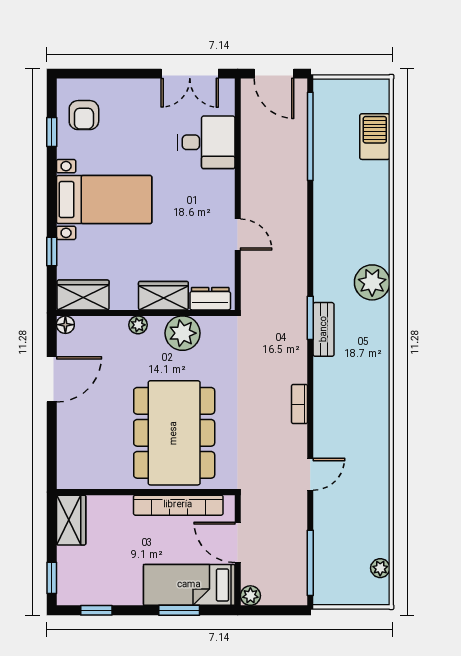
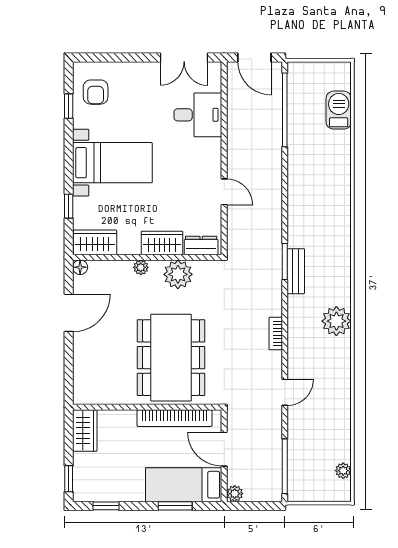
plant: (372, 282) -> (336, 321), moved

